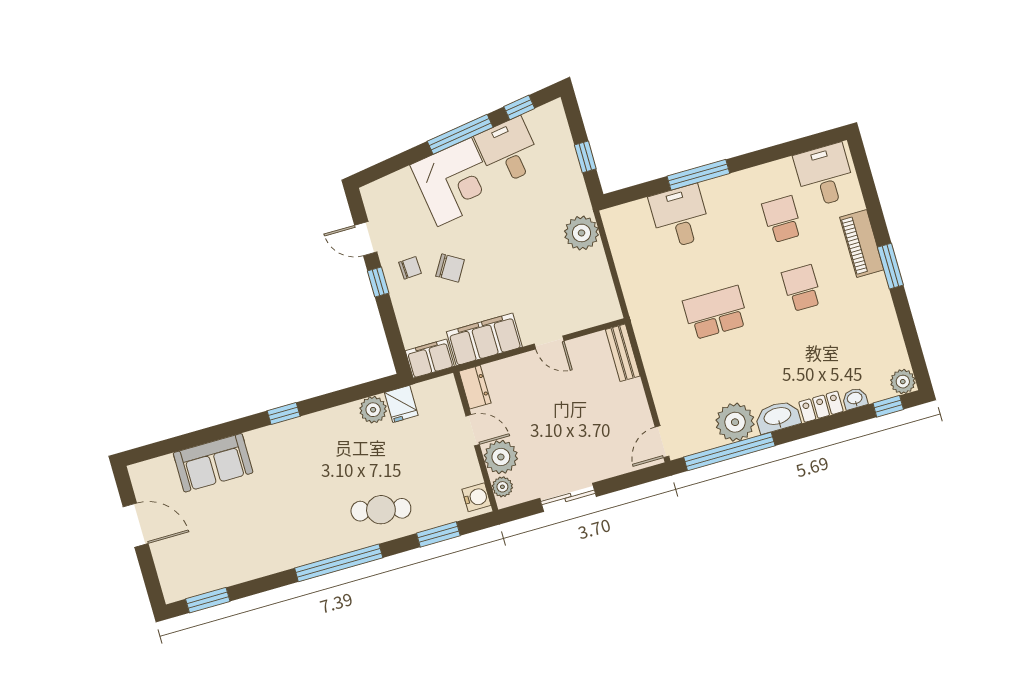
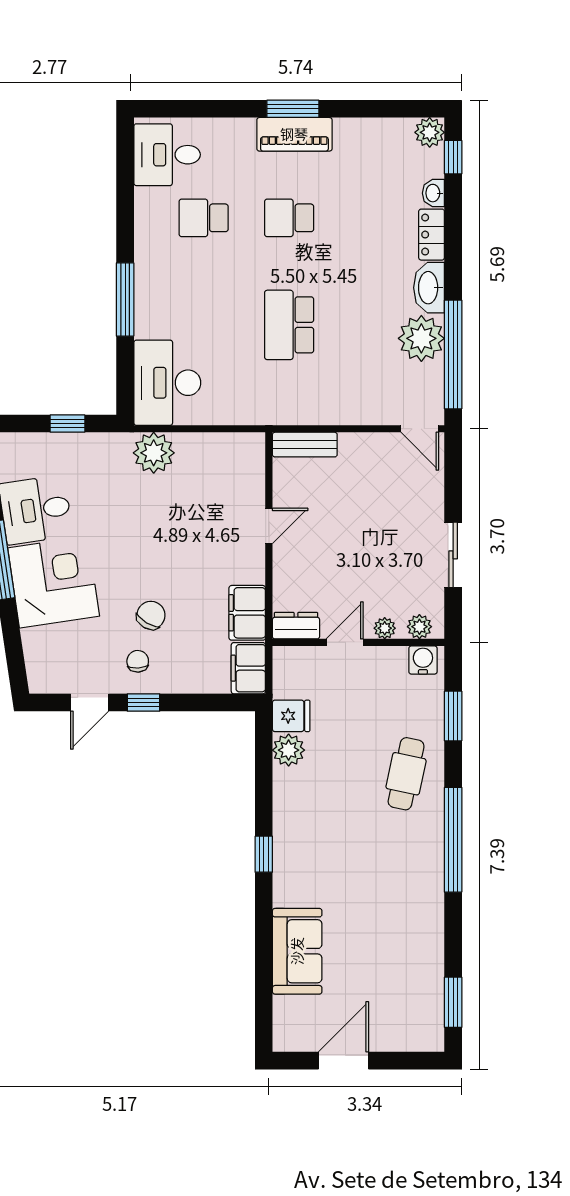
desk: (680, 217) -> (167, 383), moved, width x1.37
piano: (862, 244) -> (294, 134), moved
filing cabinet: (484, 339) -> (247, 613), width x0.67, depth x0.86
plant: (501, 457) -> (385, 628), width x0.53, depth x0.53

